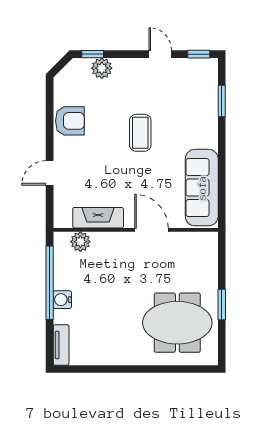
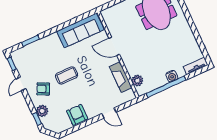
armchair: (136, 86) -> (43, 89), added
door: (152, 230) -> (114, 46), hinge flipped

